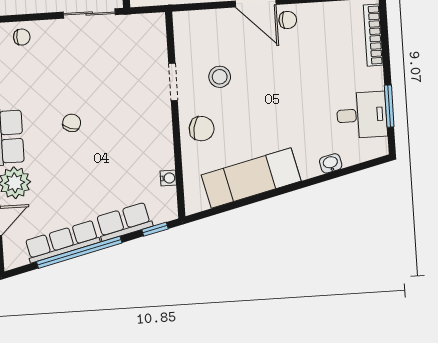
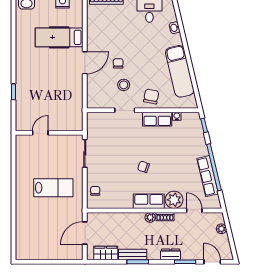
chair: (288, 20) -> (118, 63), moved
row of seats: (124, 222) -> (157, 119), moved, turned -77

